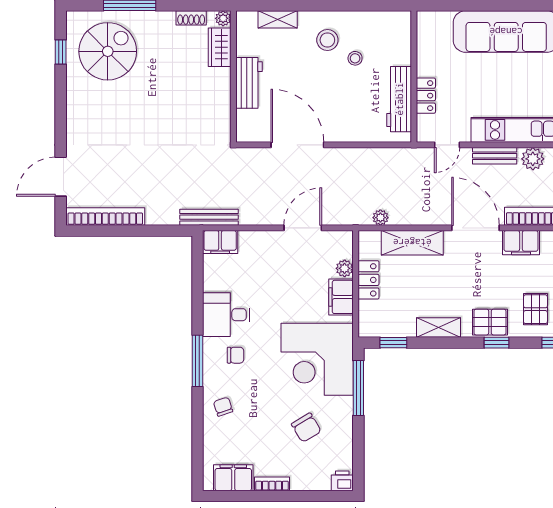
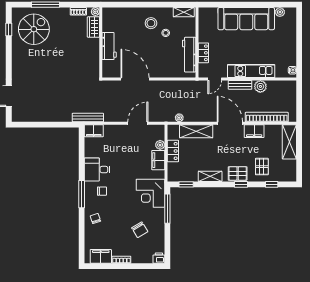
shelving: (278, 19) -> (184, 12), moved
bookcase: (105, 216) -> (33, 117), removed
corner desk: (317, 359) -> (151, 193), width x0.74, depth x0.74

